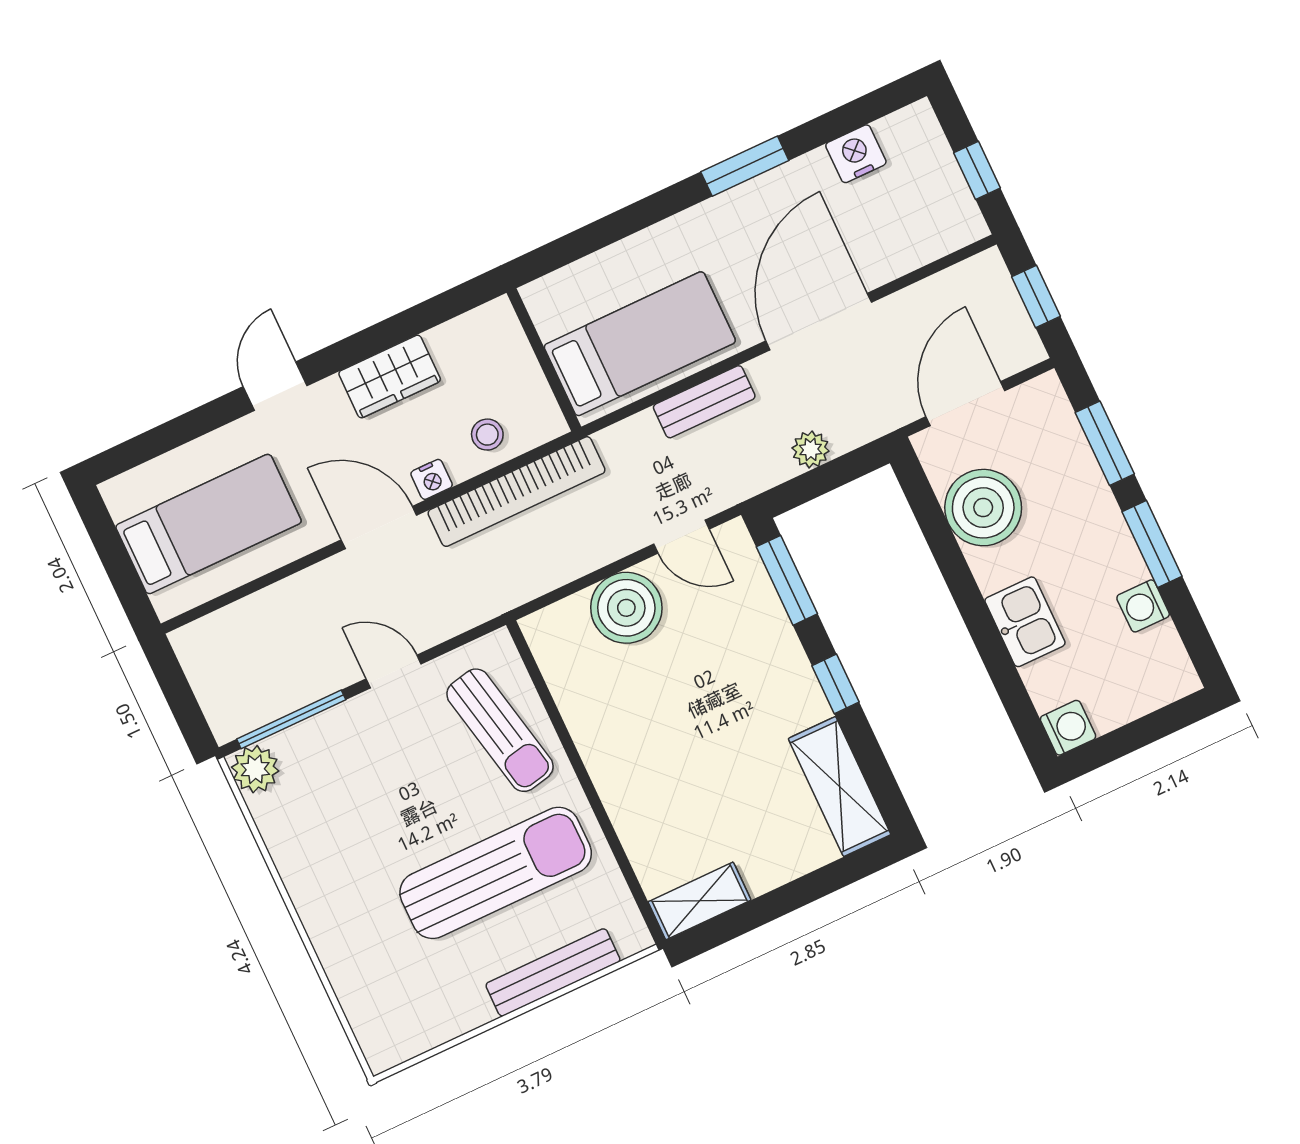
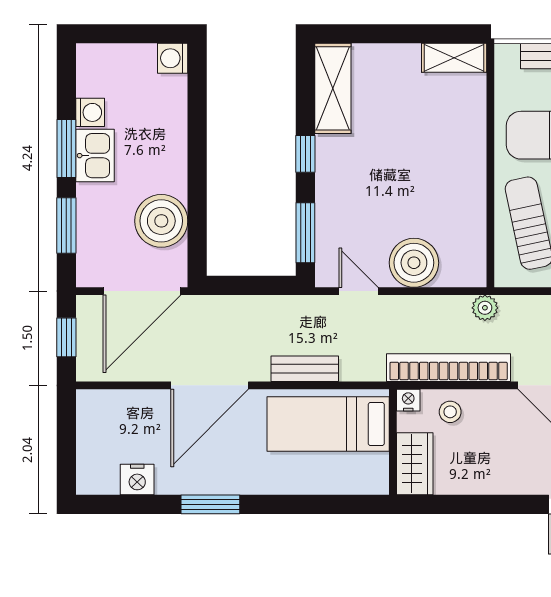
window: (977, 170) -> (66, 434), removed
wardrobe: (390, 376) -> (415, 464), moved, turned 90
door: (965, 404) -> (142, 291), width x1.36
plant: (811, 449) -> (485, 308), moved
nightstand: (432, 479) -> (408, 400), moved
kitchen sink: (1025, 622) -> (95, 156), moved, turned 180

